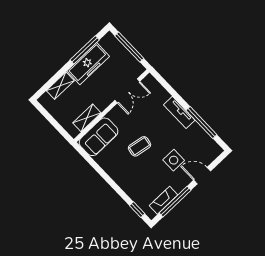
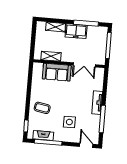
freezer: (88, 64) -> (76, 31), width x0.71
sofa: (99, 137) -> (57, 72), moved
coffee table: (140, 146) -> (42, 108), moved
door: (202, 176) -> (86, 145), moved

